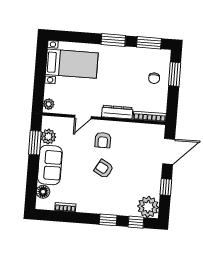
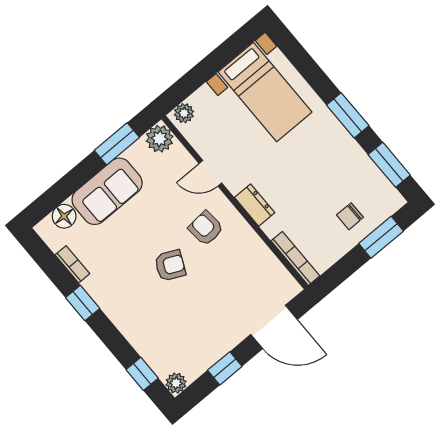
dresser: (117, 112) -> (255, 205), width x0.70
plant: (48, 137) -> (160, 139), moved
armchair: (103, 140) -> (206, 228), turned 85
armchair: (104, 169) -> (170, 265), turned 86
plant: (148, 207) -> (176, 383), width x0.53, depth x0.53
window: (108, 220) -> (83, 303), moved

